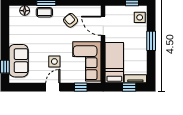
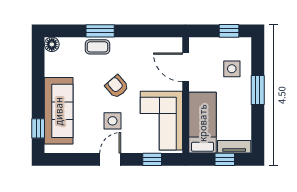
floor lamp: (25, 11) -> (52, 44), moved
side table: (140, 17) -> (232, 69), moved
armchair: (71, 20) -> (117, 87), moved
sofa: (19, 61) -> (59, 111), width x1.36

